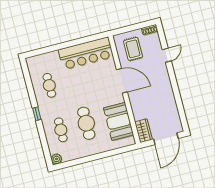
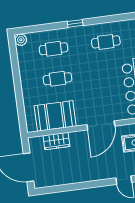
cafe table: (86, 123) -> (57, 79), width x0.73, depth x0.74
wardrobe: (143, 131) -> (56, 141), moved

